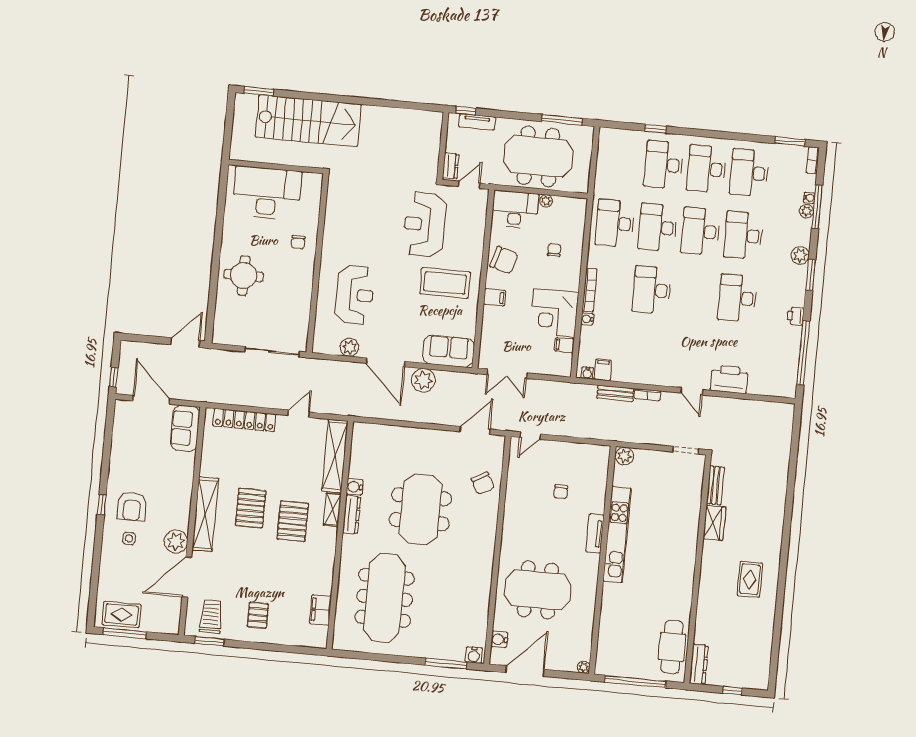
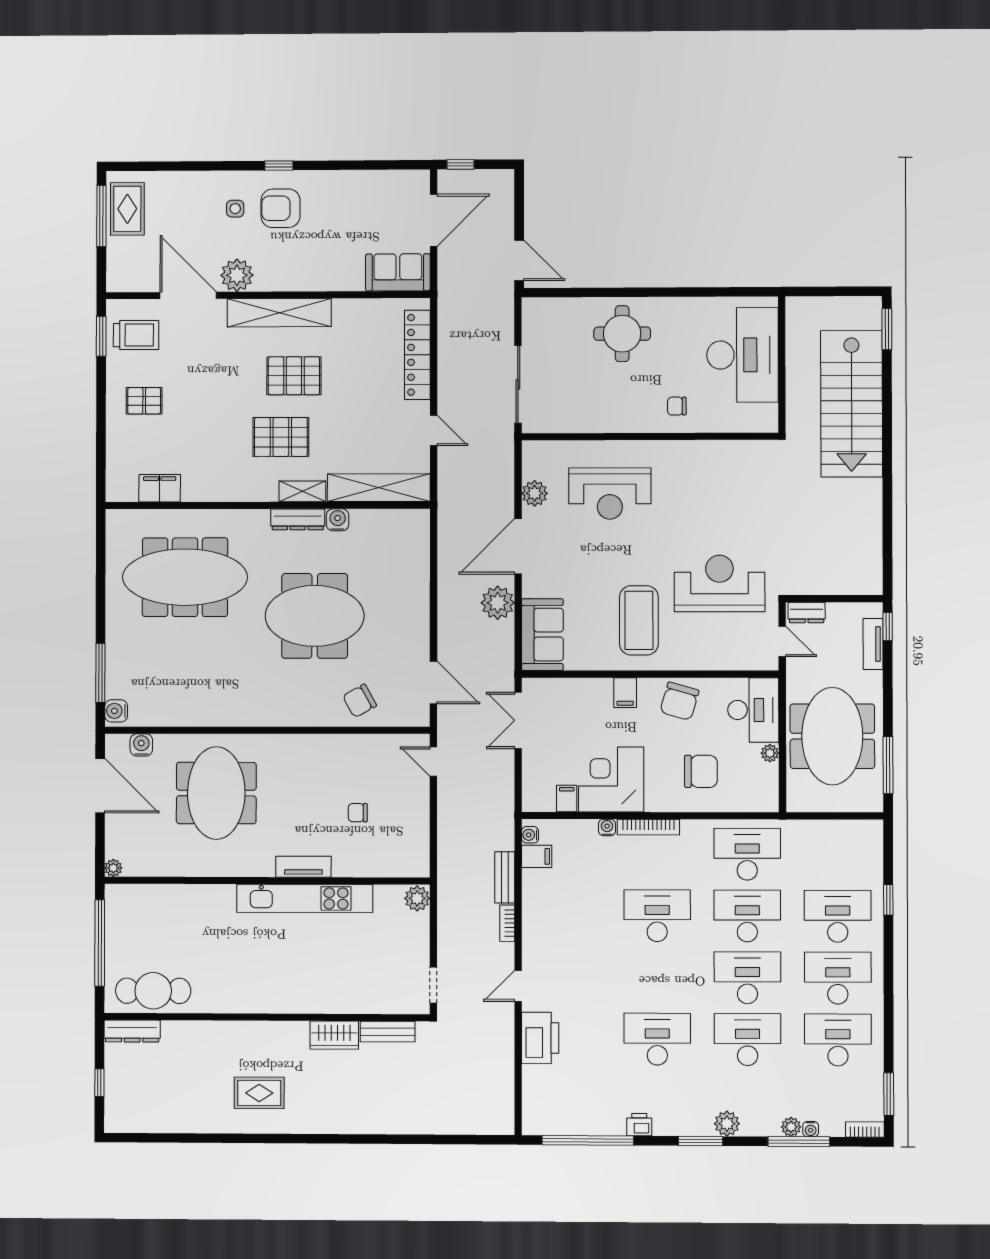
chair: (554, 250) -> (701, 771), width x1.87, depth x1.87

